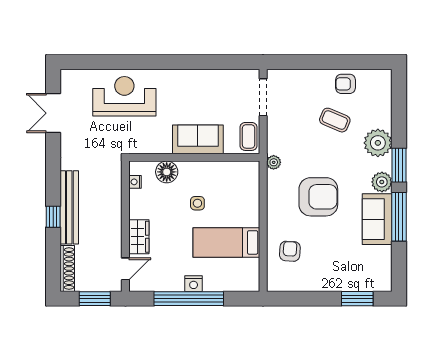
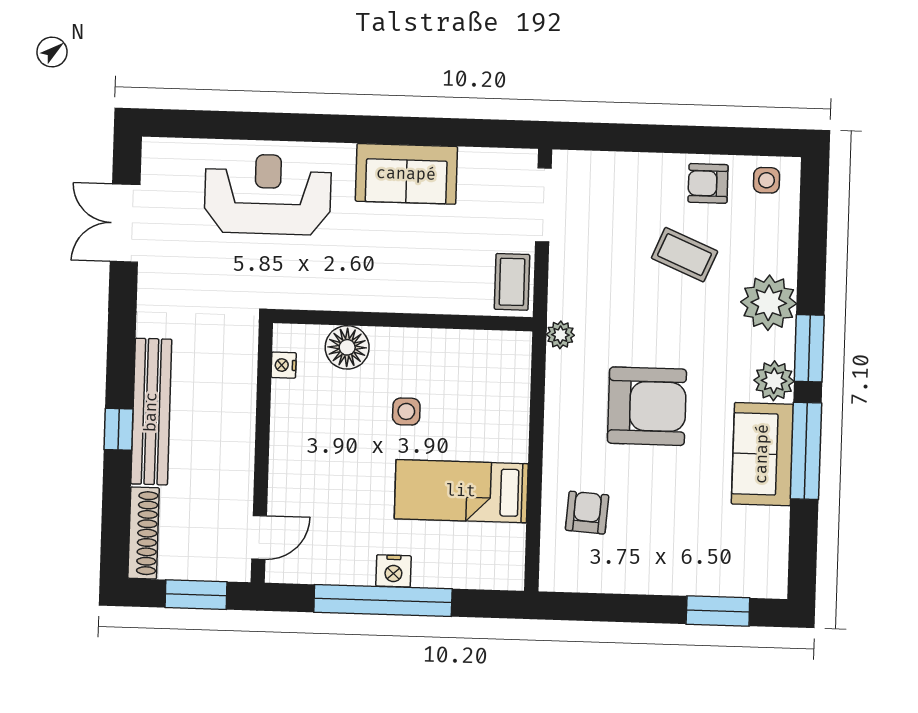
side table: (375, 81) -> (766, 180), added
sofa: (198, 139) -> (406, 174), moved, turned 180
wardrobe: (139, 237) -> (288, 474), removed

